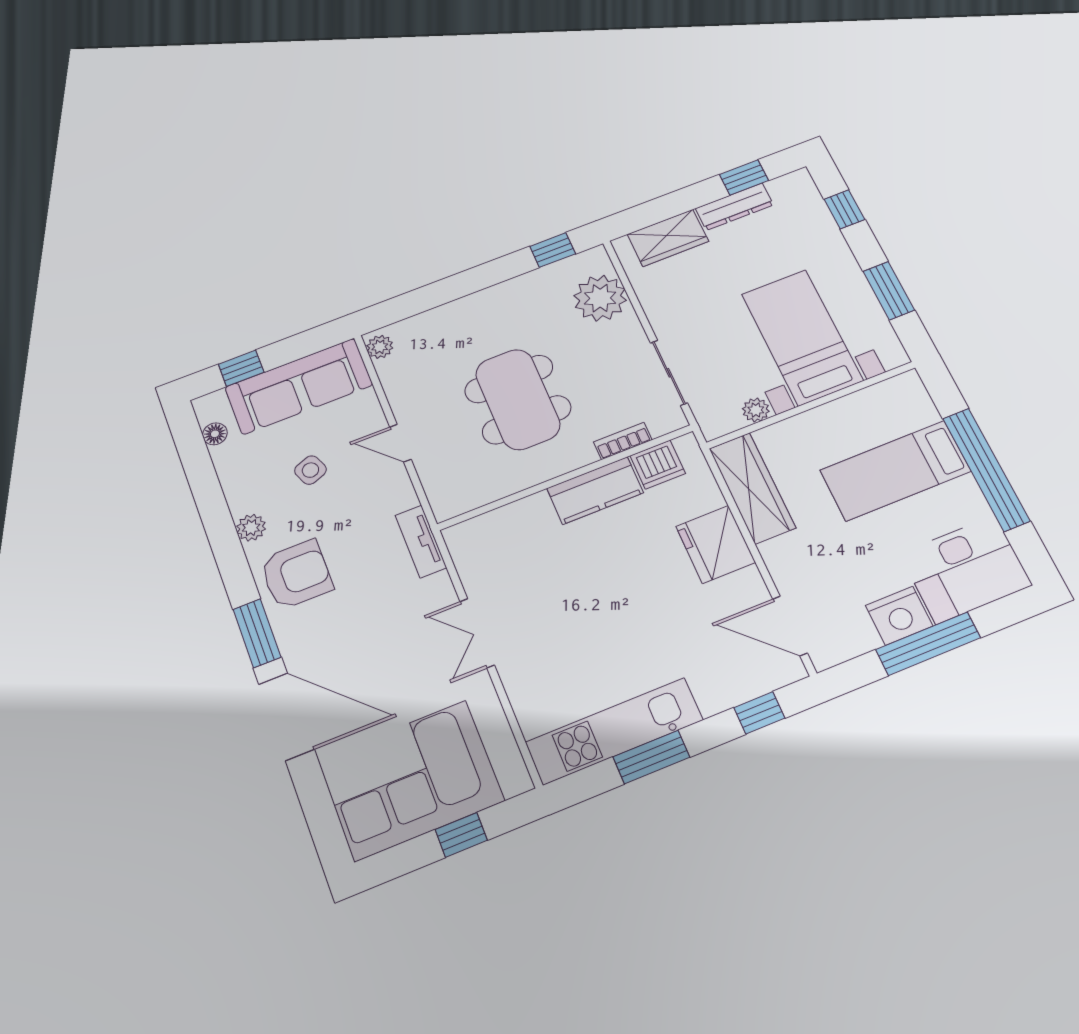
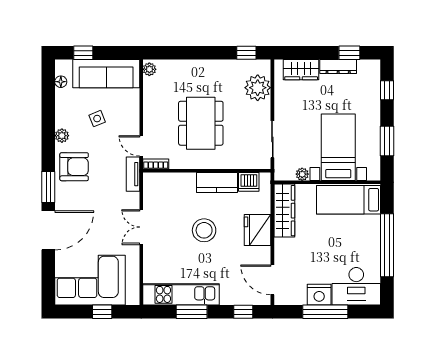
bookcase: (623, 441) -> (156, 164), moved
door: (400, 443) -> (141, 146), moved
bed: (895, 471) -> (349, 200), moved
stool: (608, 588) -> (204, 230), added
door: (286, 717) -> (48, 230), hinge flipped

